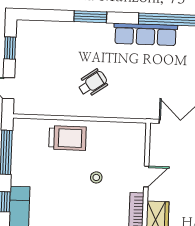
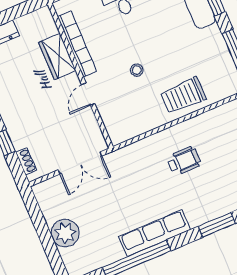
wheelchair: (93, 83) -> (184, 161), turned -145

